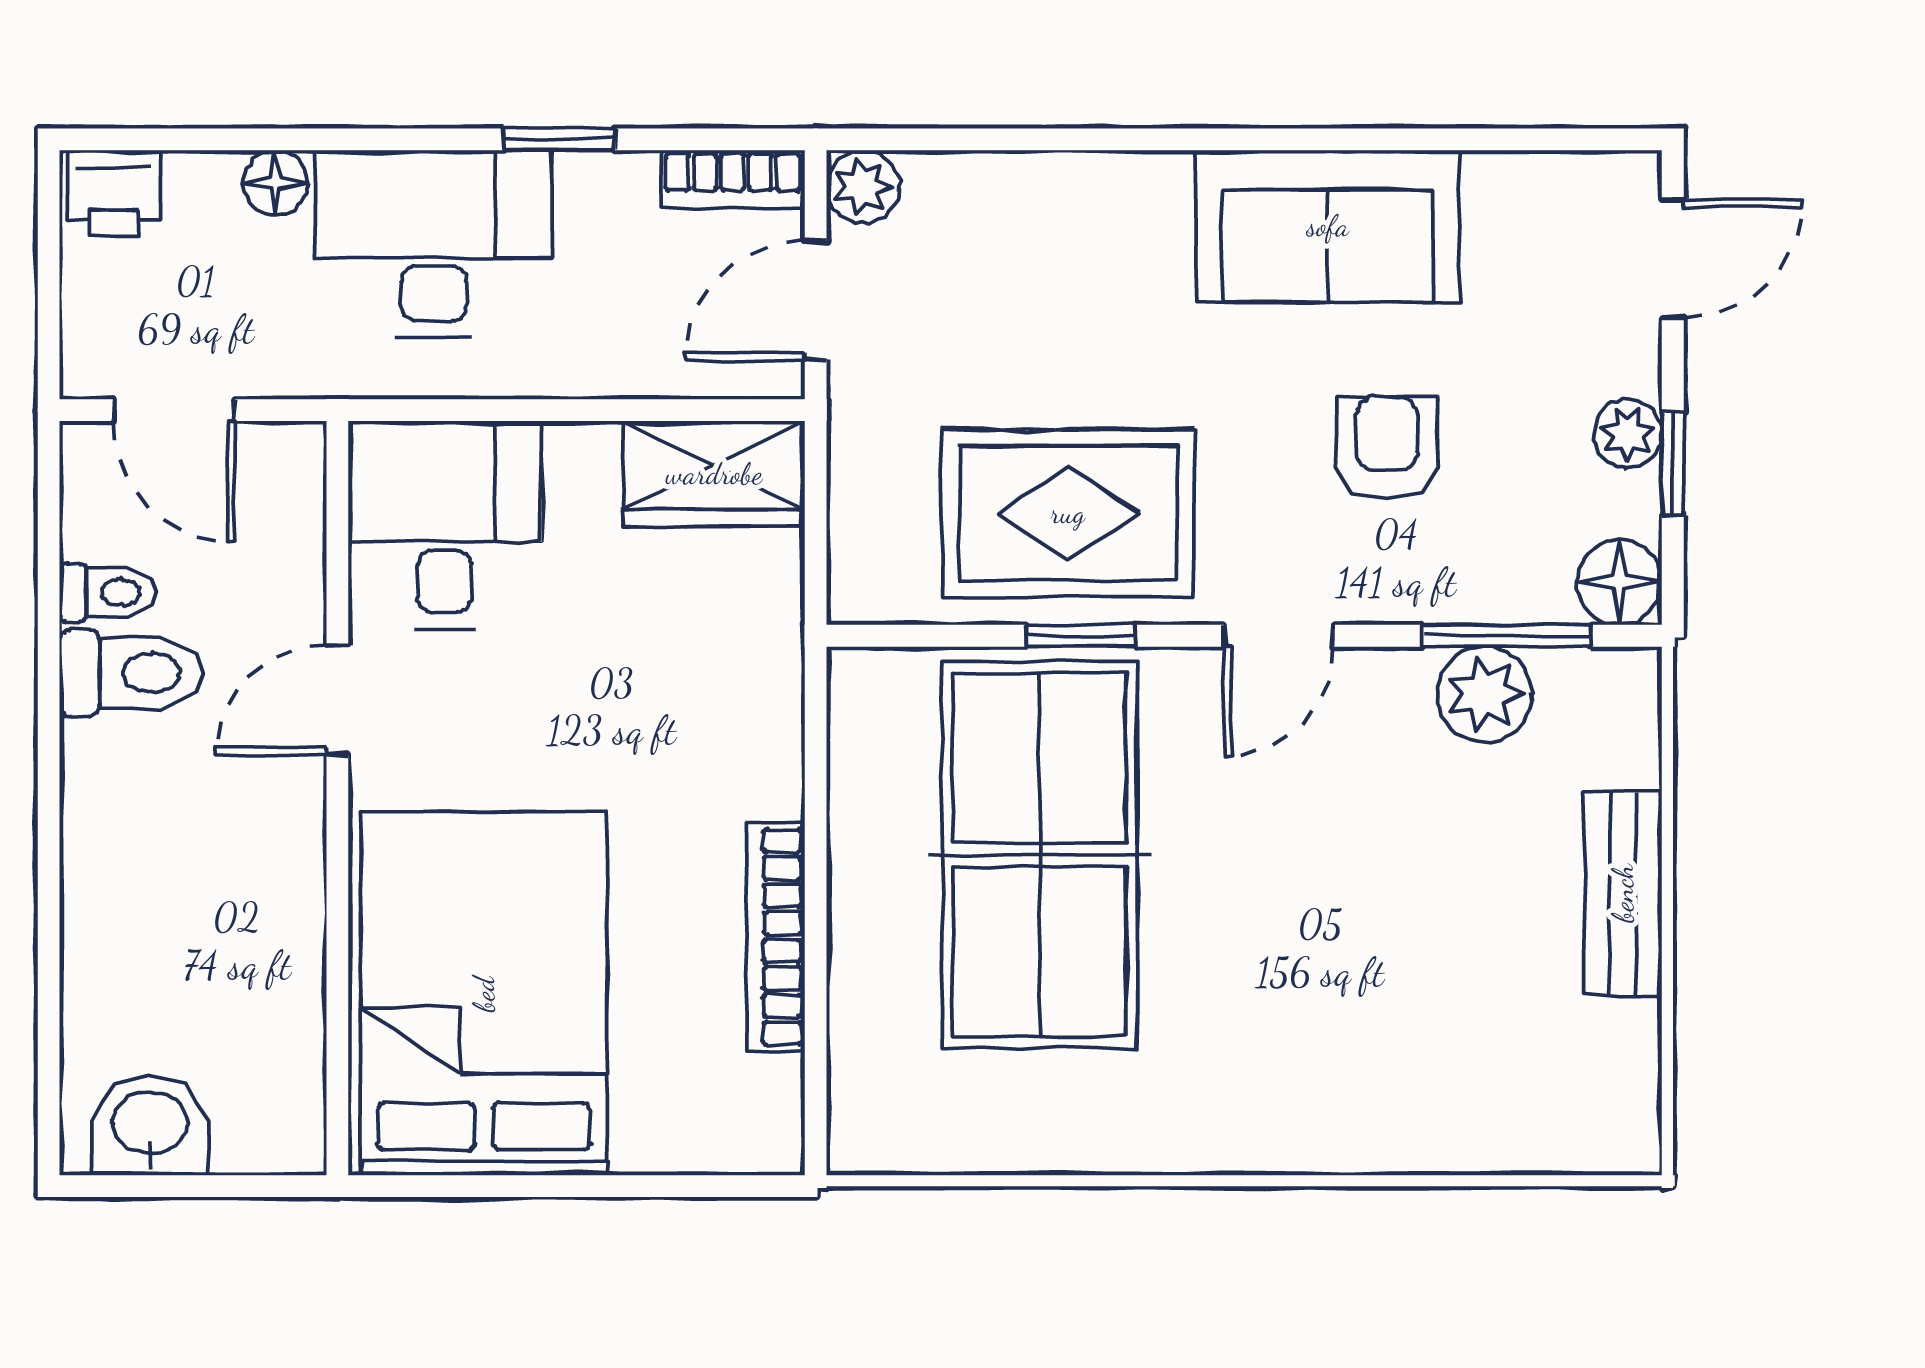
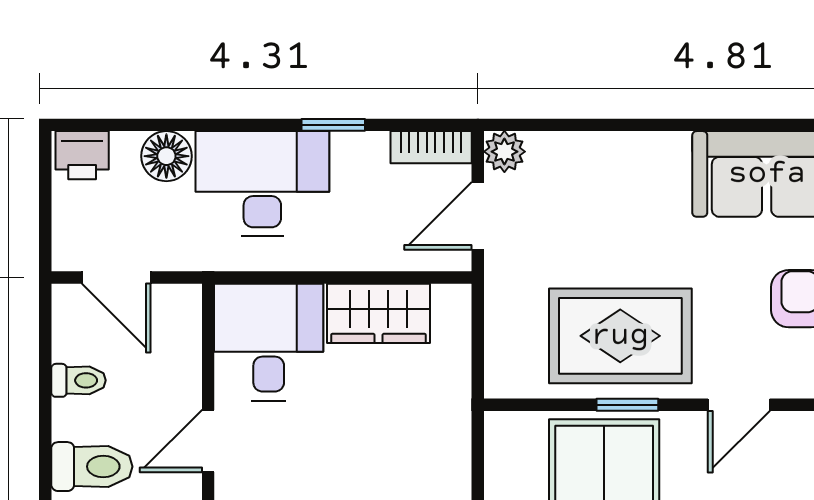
floor lamp: (275, 183) -> (166, 156), width x1.37, depth x1.37
wardrobe: (714, 474) -> (379, 313), moved
toilet: (131, 673) -> (92, 467), moved

